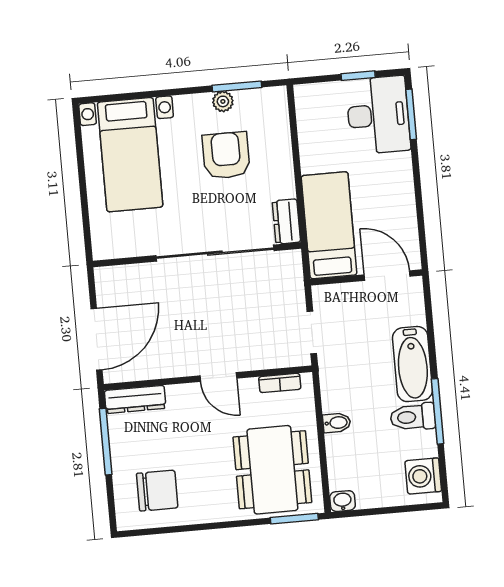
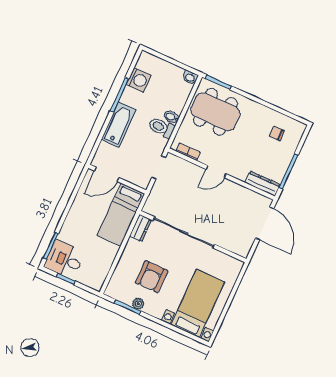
desk: (378, 115) -> (64, 260), width x0.73
door: (387, 276) -> (107, 174), hinge flipped
door: (96, 339) -> (265, 223), swing flipped
door: (218, 377) -> (216, 172), swing flipped
toilet: (413, 417) -> (161, 127), moved, turned 180
dining table: (272, 470) -> (215, 112), turned 90
washing machine: (423, 476) -> (139, 80), moved
chair: (157, 491) -> (277, 133), width x0.54, depth x0.54

